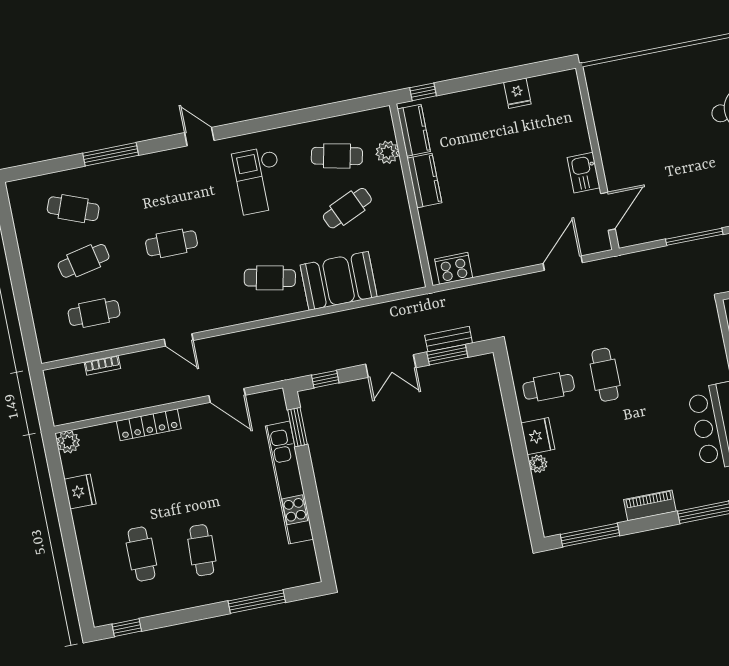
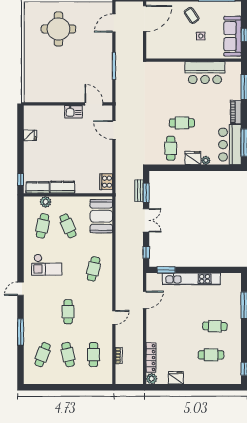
booth: (339, 281) -> (101, 216), moved
cafe table: (605, 375) -> (182, 123), moved
locker: (149, 425) -> (151, 358), moved
bar counter: (580, 507) -> (230, 145), added

